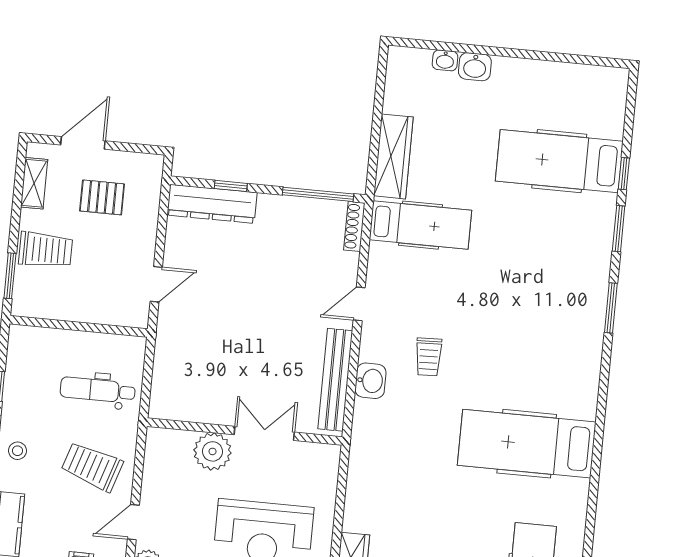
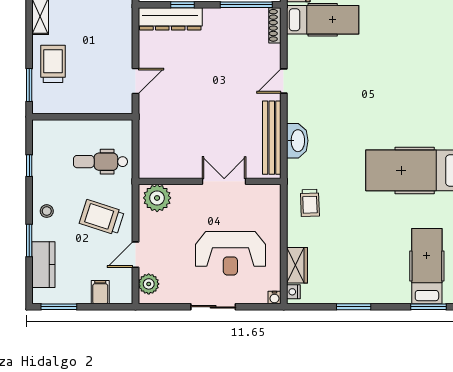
pallet: (102, 197) -> (90, 22), removed
trolley: (46, 250) -> (53, 64), turned -90
trolley: (428, 357) -> (310, 203), moved
washbasin: (370, 381) -> (297, 141), width x1.38
plant: (212, 451) -> (157, 198), moved

